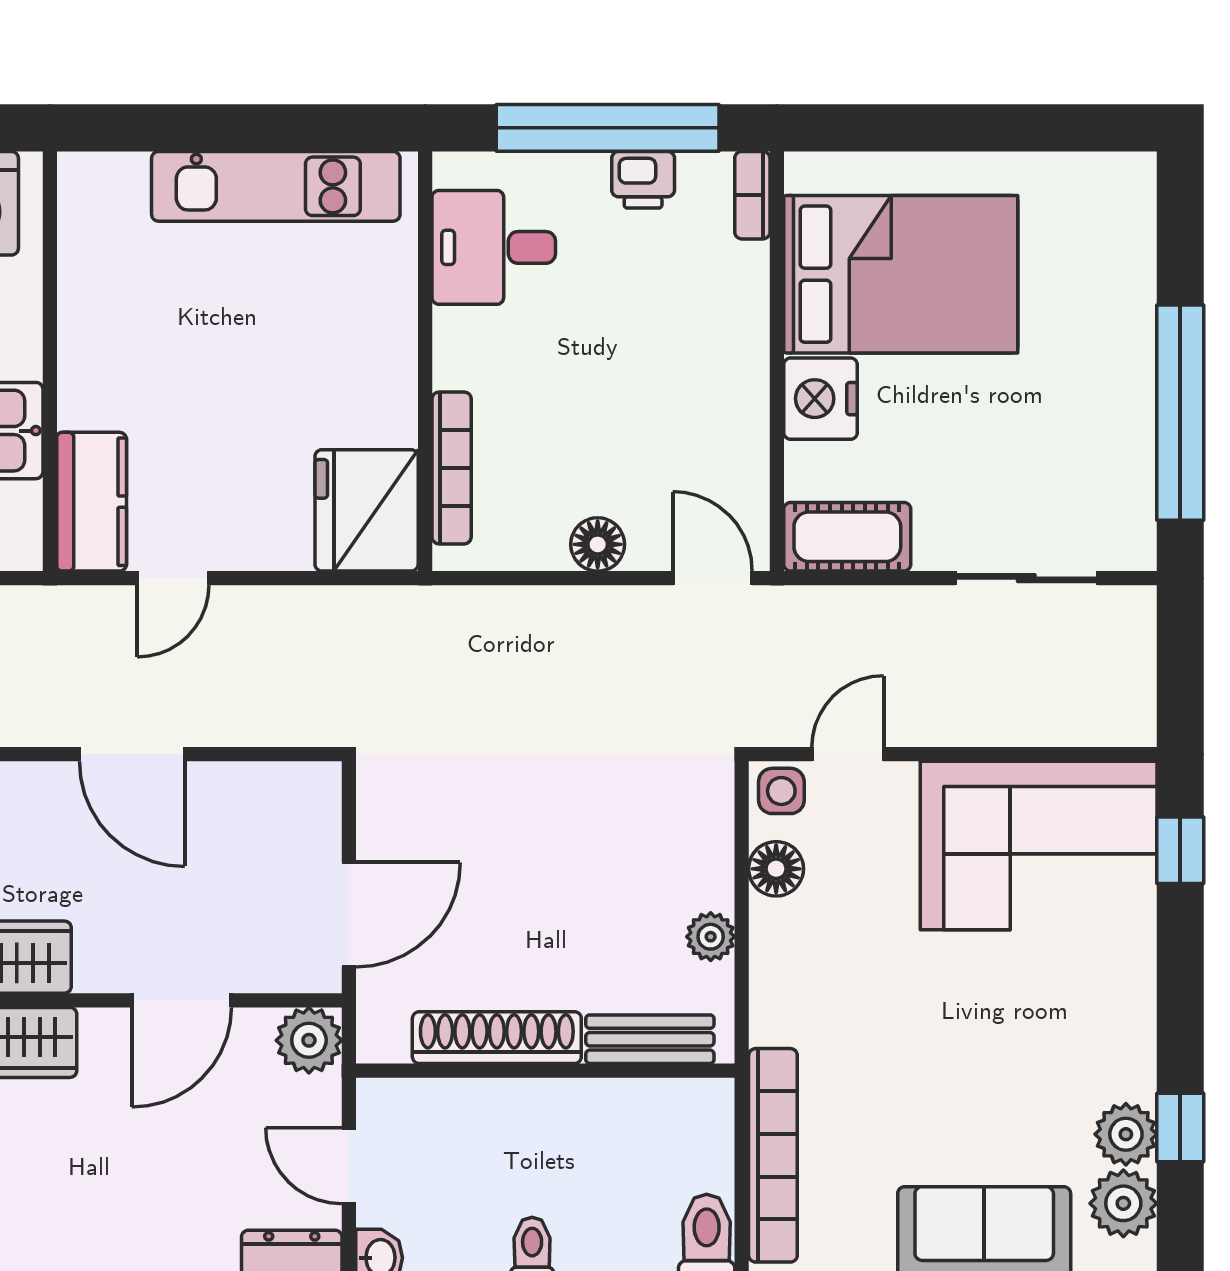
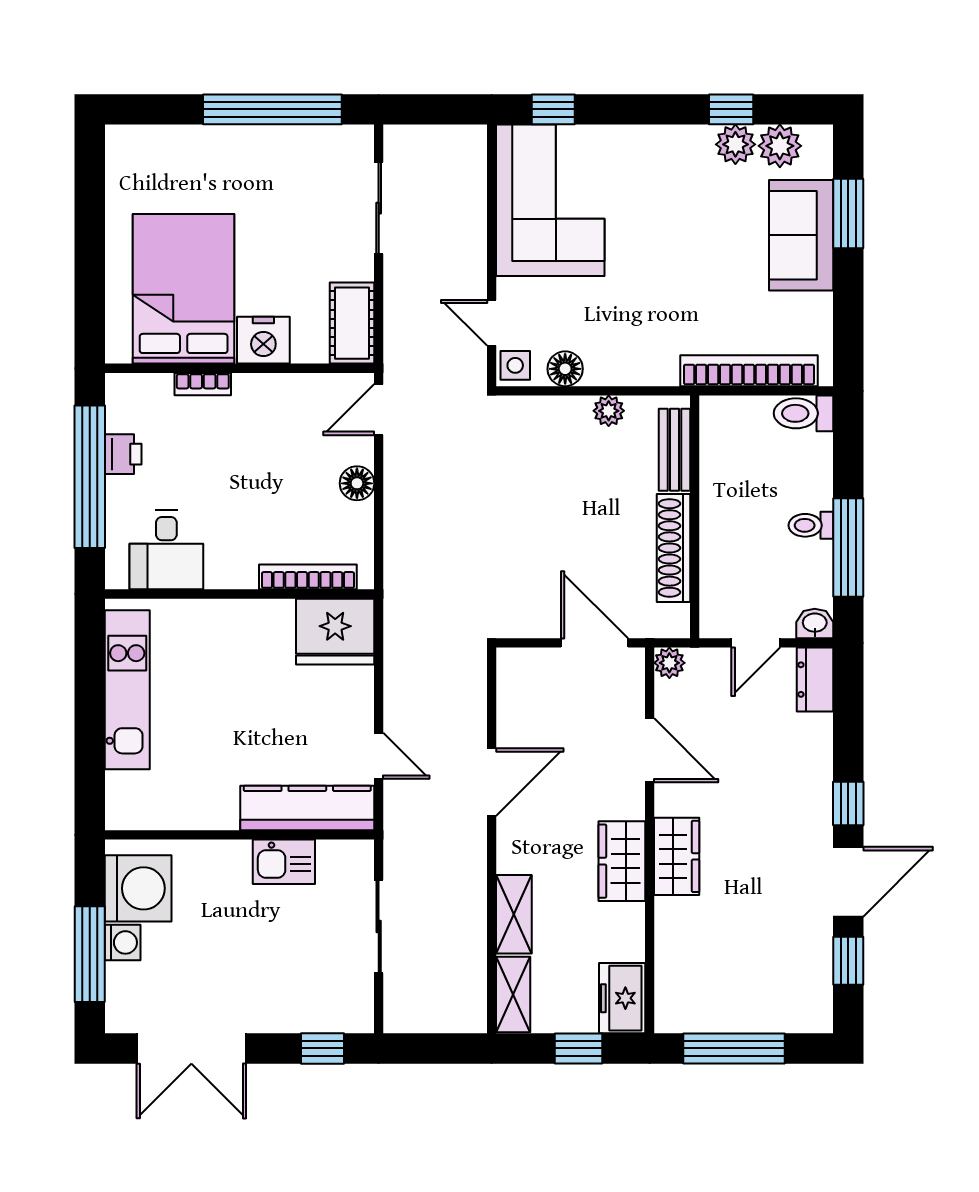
bookcase: (752, 195) -> (203, 384), moved
kitchen counter: (92, 502) -> (307, 808), width x1.50
plant: (309, 1040) -> (669, 663), width x0.73, depth x0.73

